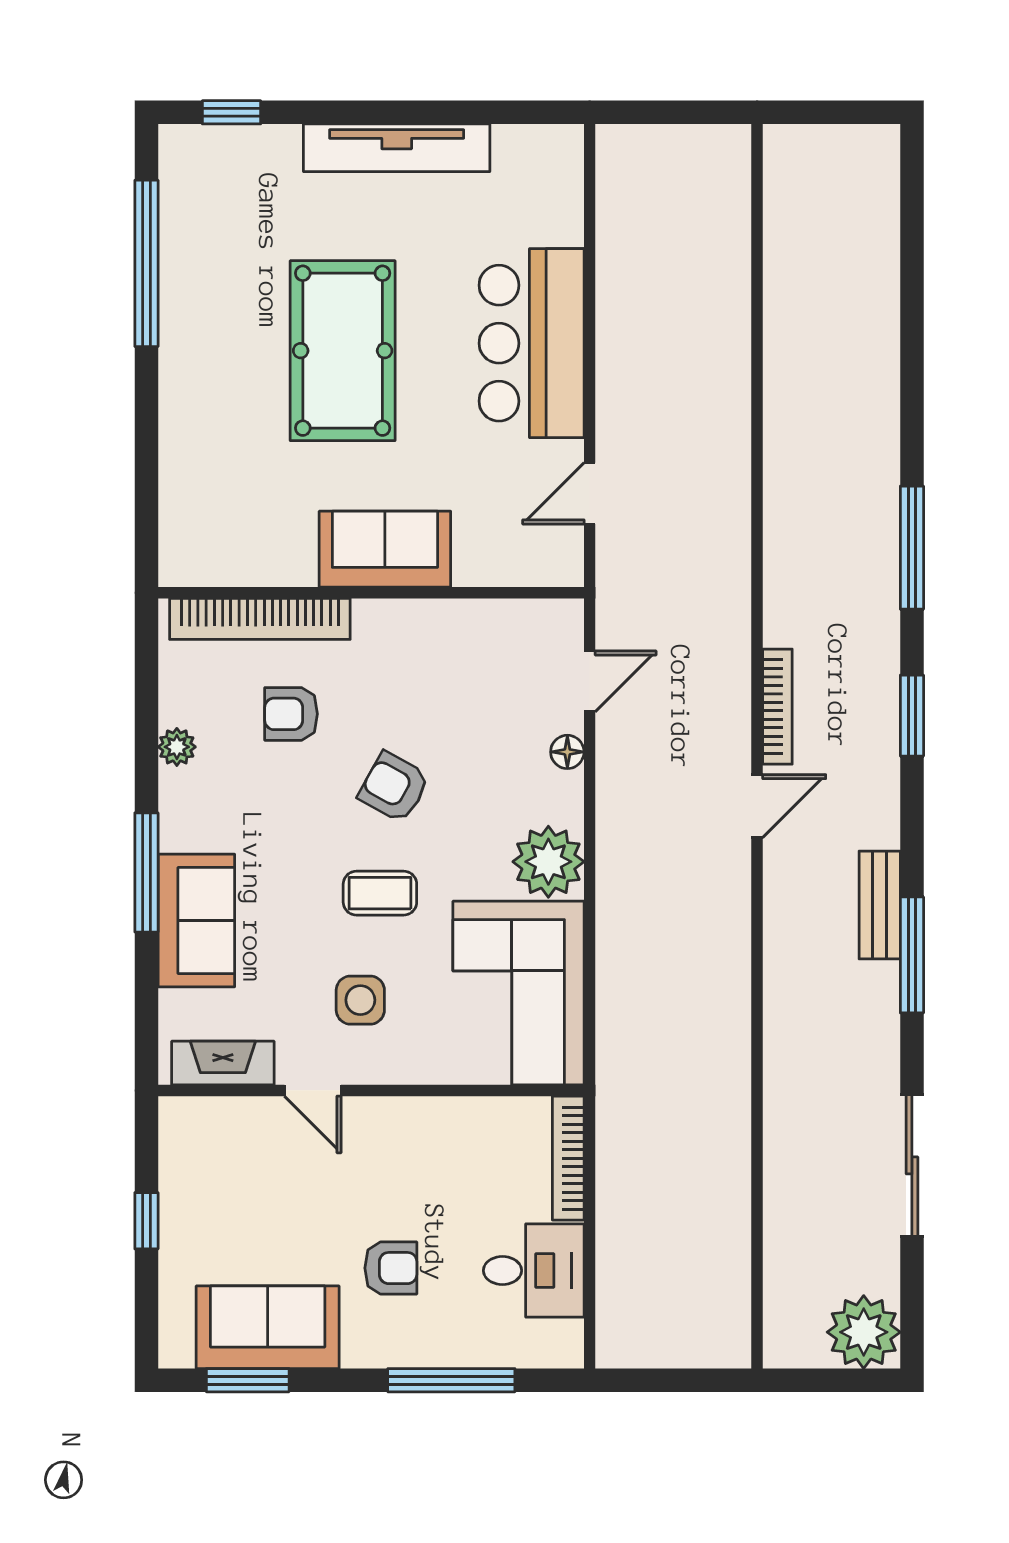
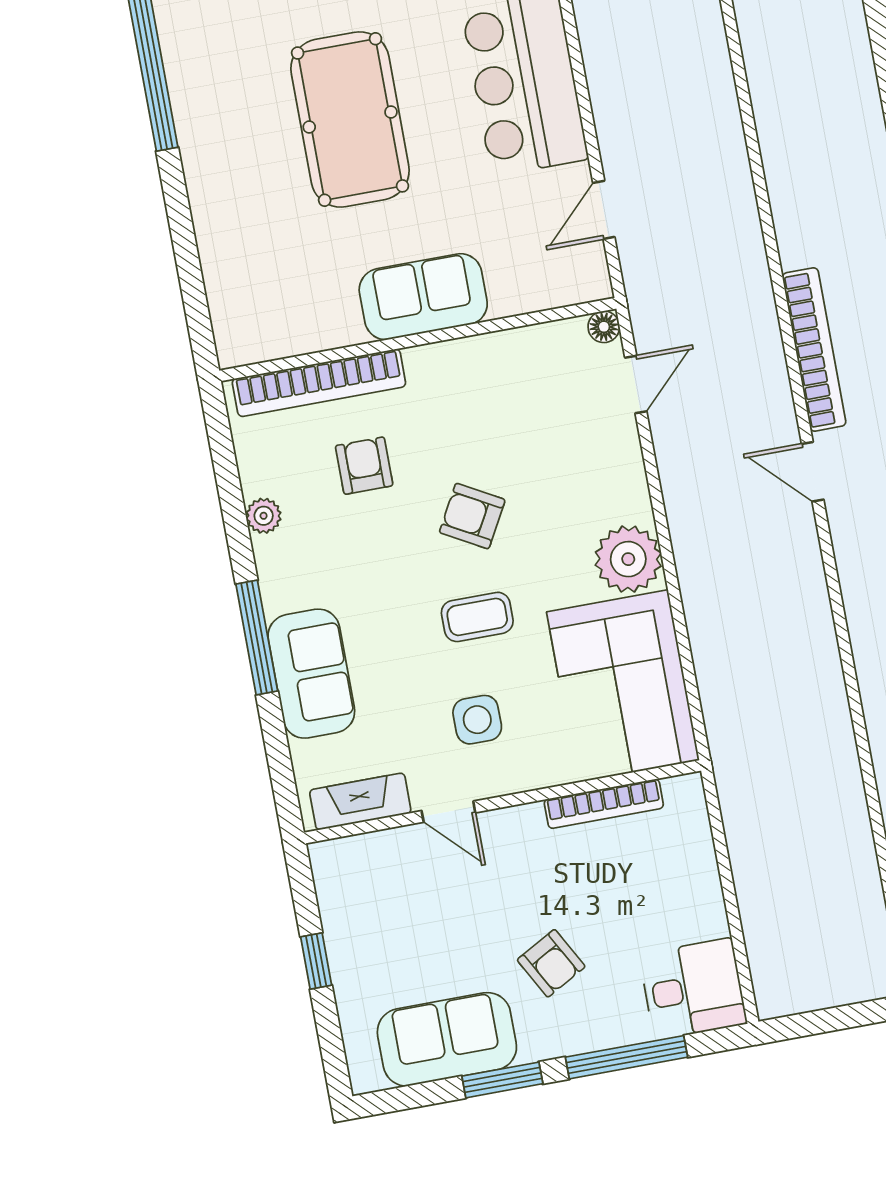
bookcase: (777, 707) -> (814, 349), width x1.48, depth x1.31
armchair: (291, 714) -> (364, 466), turned 90
floor lamp: (567, 752) -> (604, 327), moved
door: (757, 806) -> (813, 472), swing flipped
bookcase: (568, 1158) -> (604, 804), moved, turned -90
armchair: (391, 1268) -> (551, 963), turned 61
desk: (534, 1271) -> (693, 989), moved
window: (248, 1380) -> (502, 1080), moved

